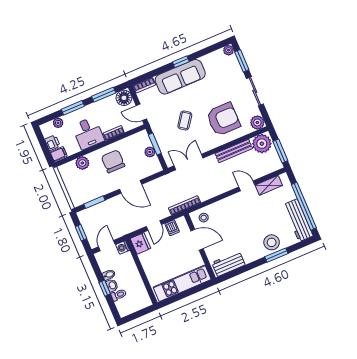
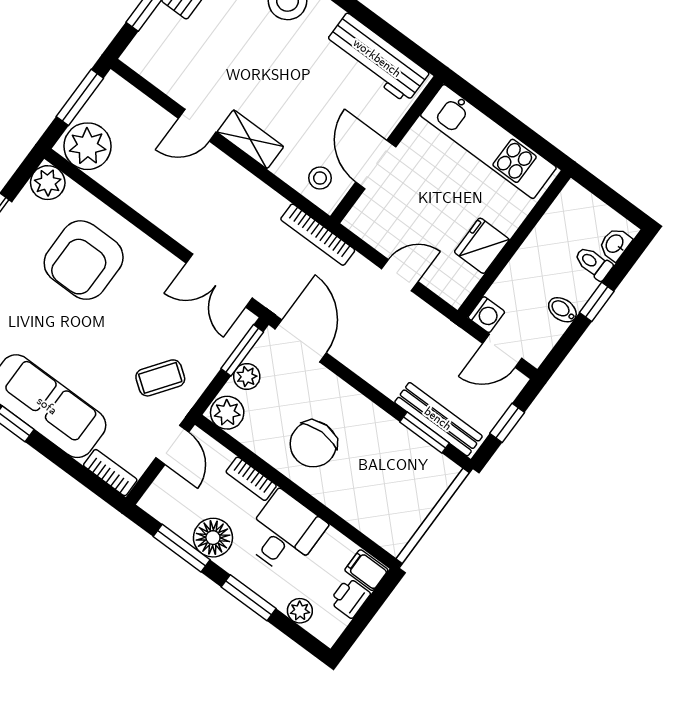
floor lamp: (124, 98) -> (213, 538), moved
armchair: (223, 119) -> (84, 260), turned -90
coffee table: (185, 120) -> (160, 378), moved
window: (155, 144) -> (242, 350), moved
bench: (234, 151) -> (438, 419), moved
plant: (82, 163) -> (227, 413), moved
shelving: (269, 185) -> (250, 139), moved
door: (247, 186) -> (197, 125), hinge flipped
door: (131, 187) -> (301, 341), moved
dishwasher: (172, 228) -> (382, 233), removed
fridge: (140, 243) -> (482, 246), moved
workbench: (228, 264) -> (377, 58), width x1.37
washbasin: (112, 285) -> (615, 244), moved

